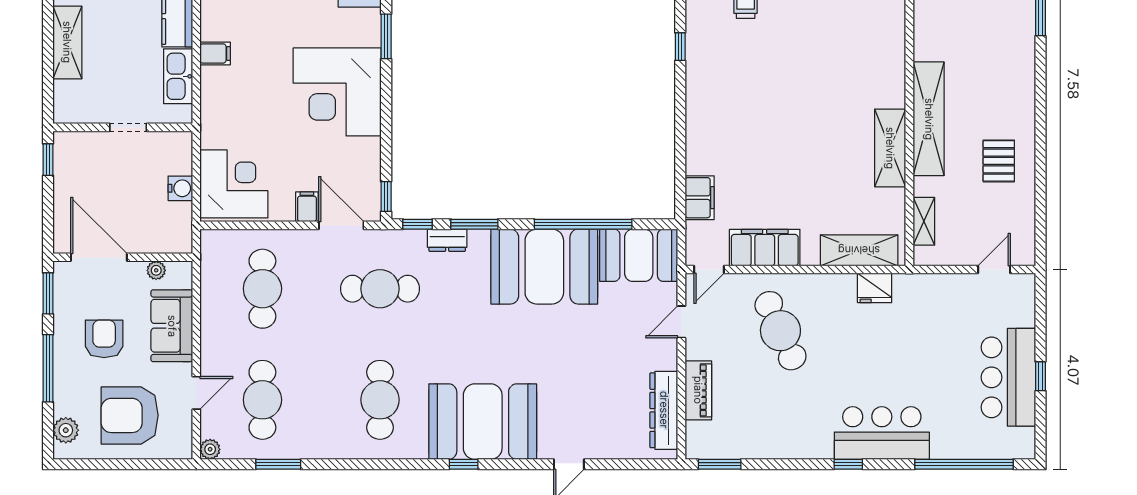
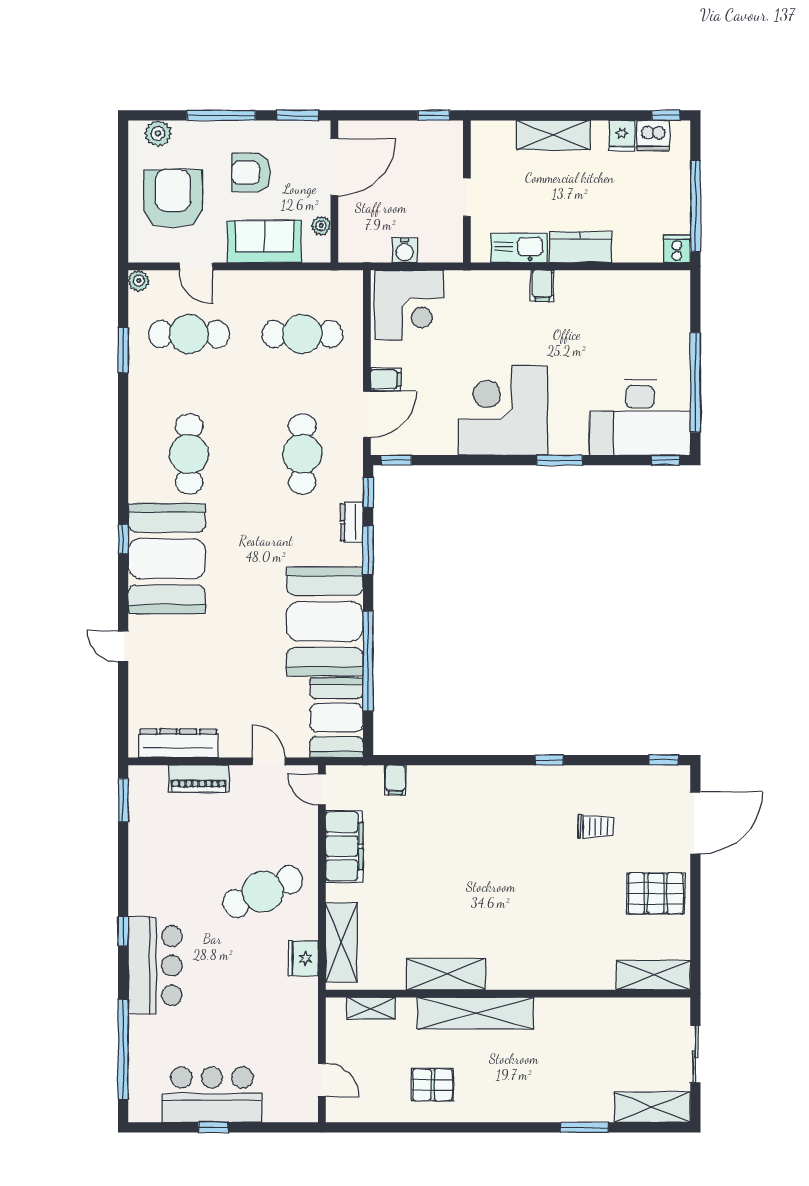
filing cabinet: (700, 198) -> (395, 780), width x0.50
cafe table: (780, 331) -> (263, 892), moved
armchair: (104, 339) -> (251, 173), turned 180
cafe table: (380, 400) -> (189, 454), turned 90

